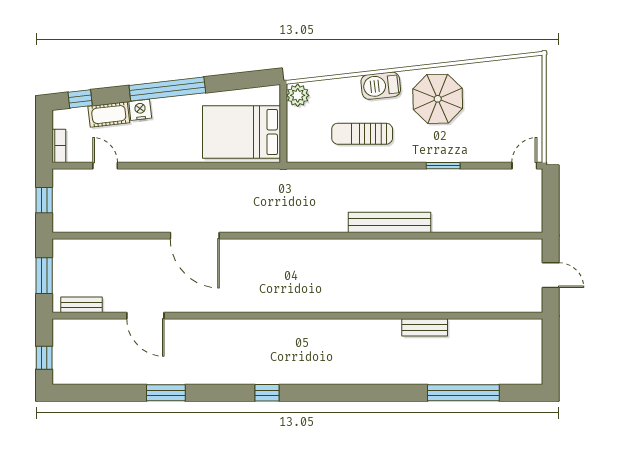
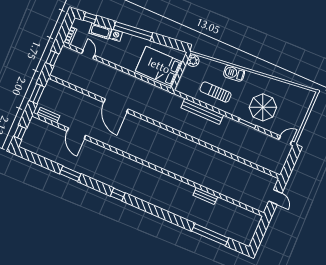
parasol: (438, 99) -> (263, 107), moved
bench: (390, 222) -> (202, 111), moved

